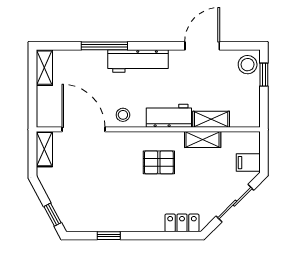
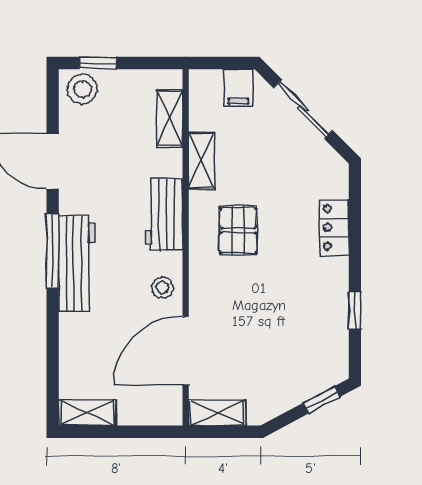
window: (104, 46) -> (53, 251), moved
shelving: (211, 119) -> (170, 118), moved
locker: (182, 223) -> (335, 227), moved

